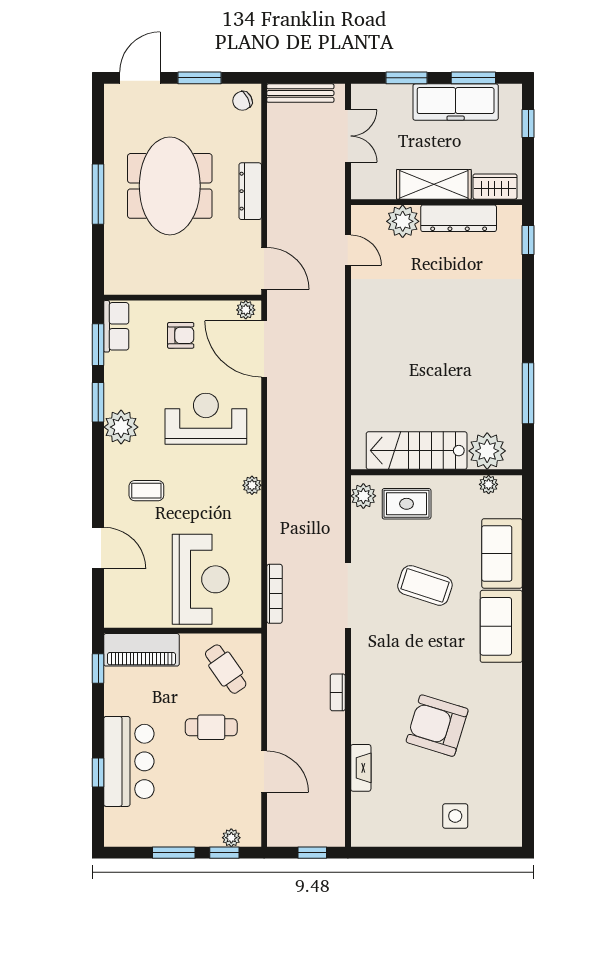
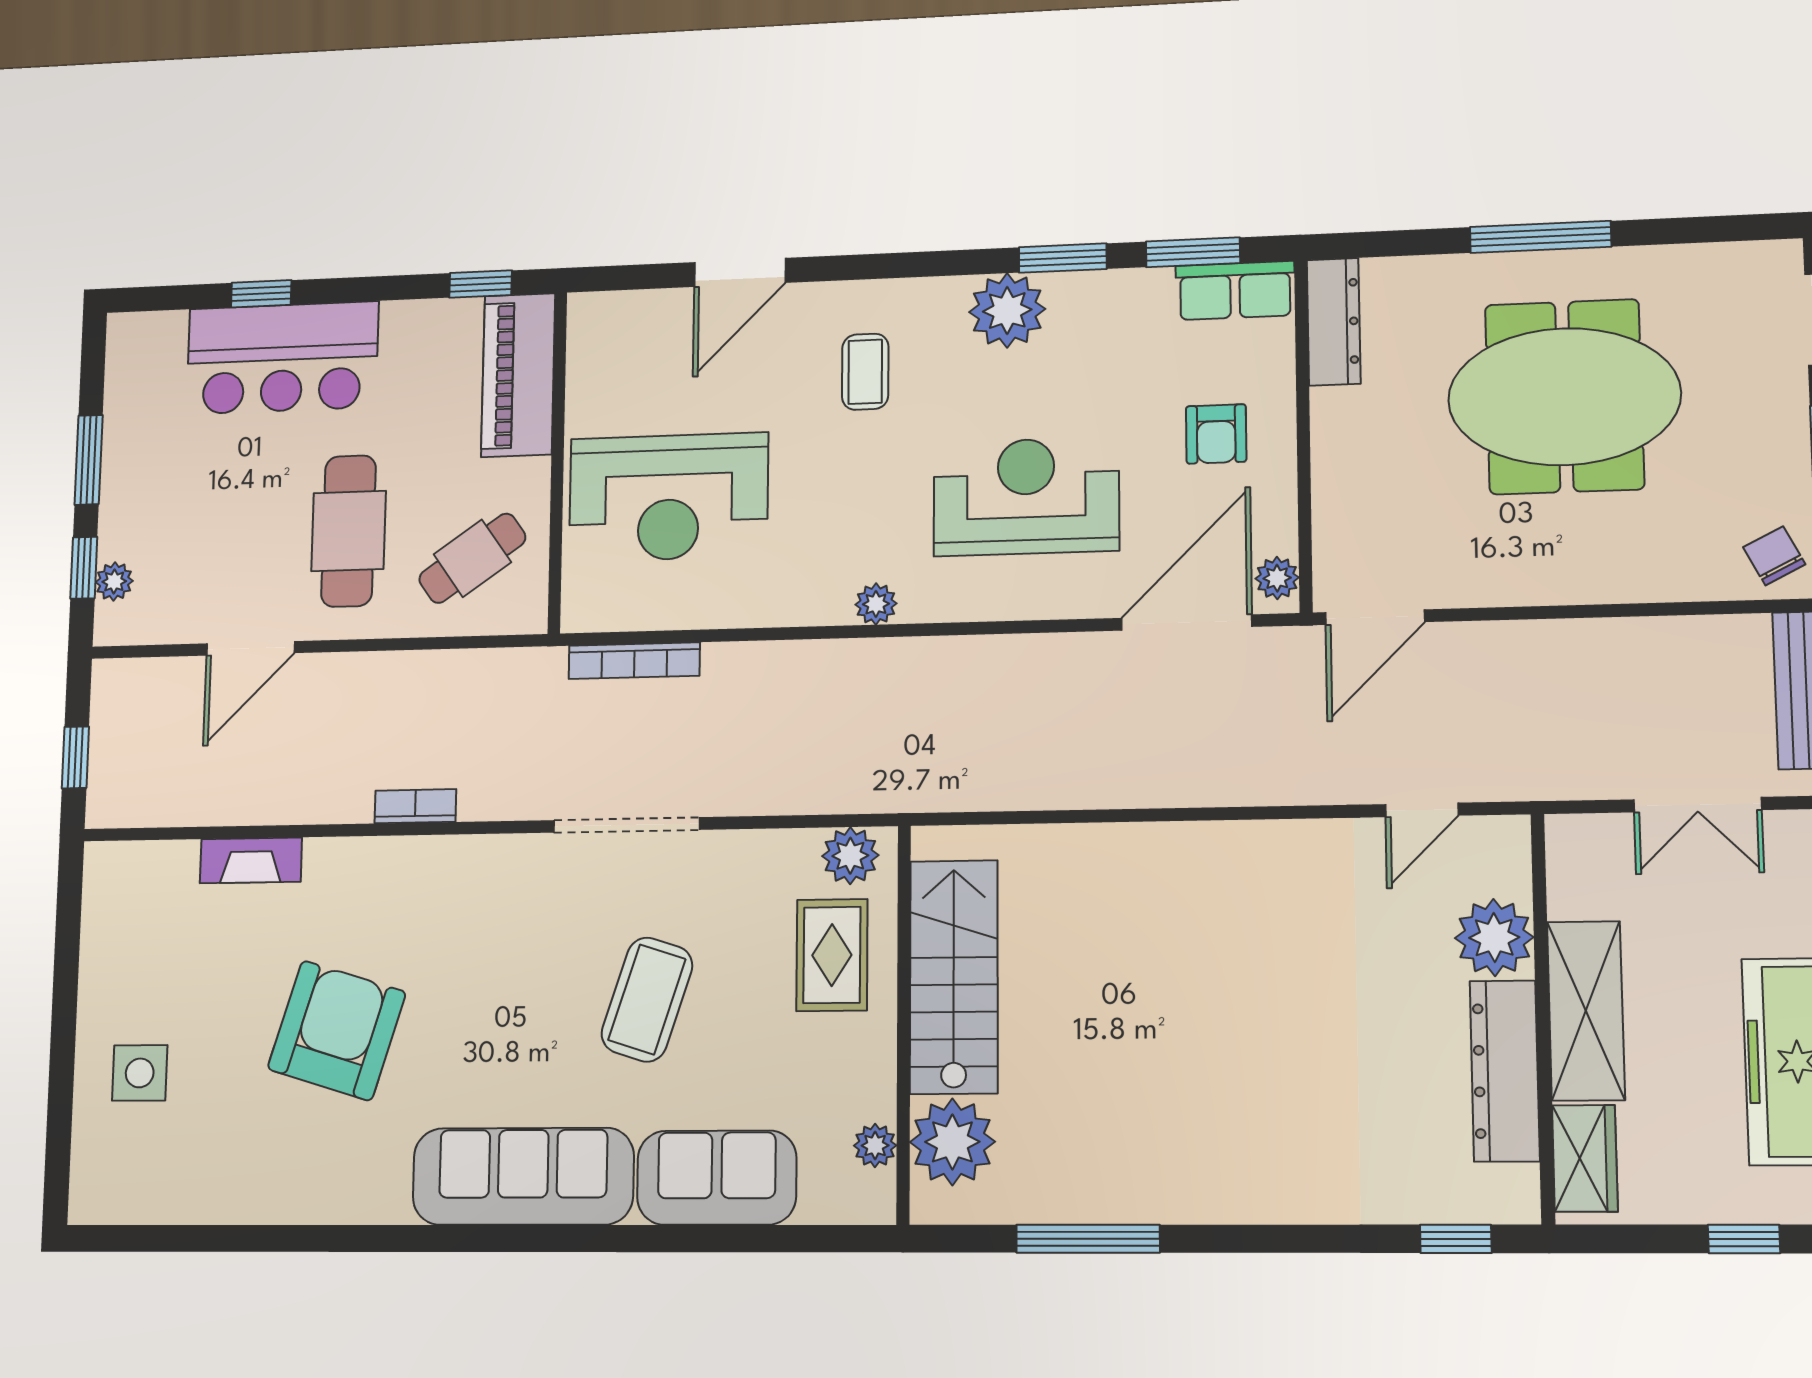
dresser: (250, 191) -> (1334, 322), moved, turned 90
reception desk: (206, 419) -> (1026, 497), turned -90
sofa: (501, 626) -> (523, 1176), width x1.36
cafe table: (211, 727) -> (349, 531), width x1.37, depth x1.35

